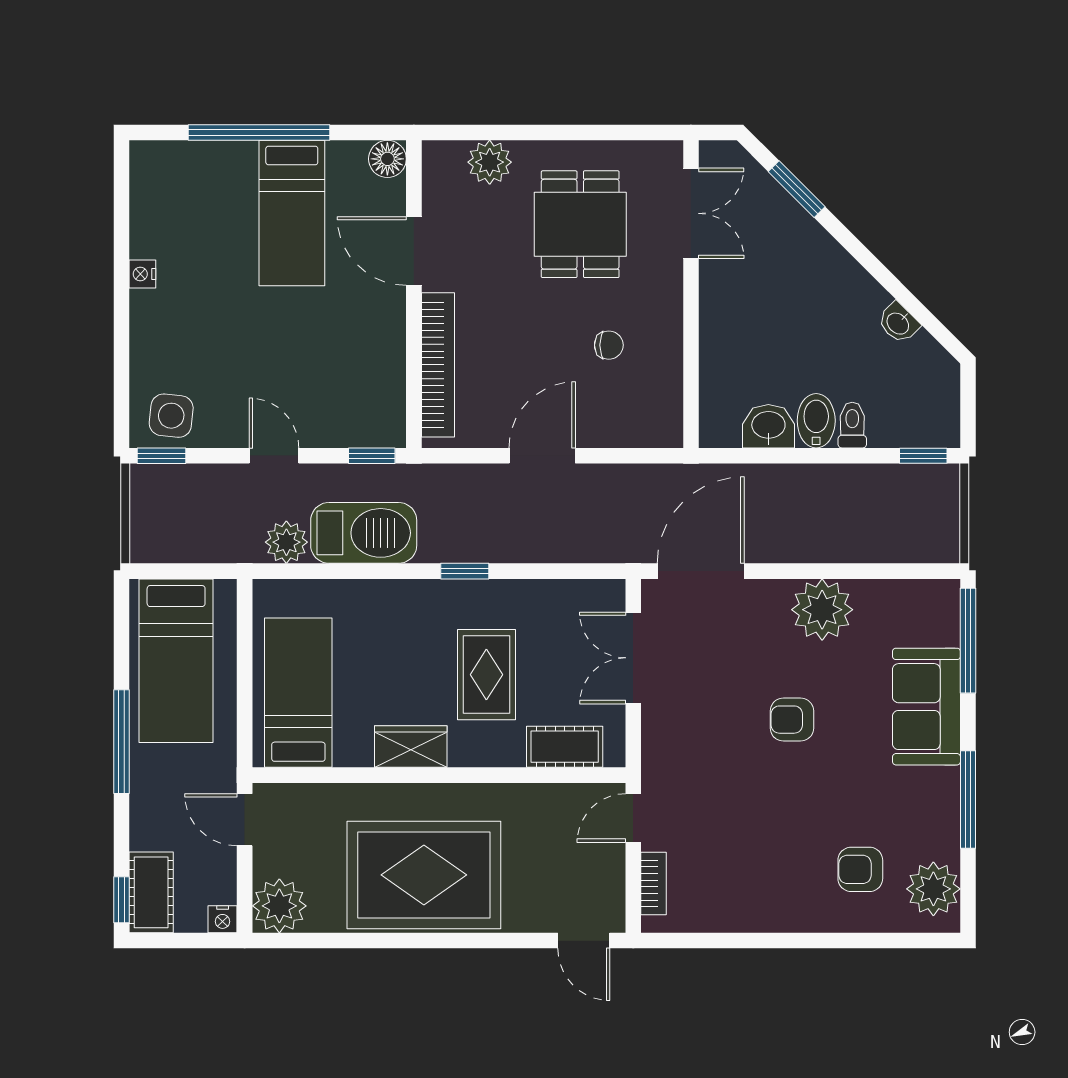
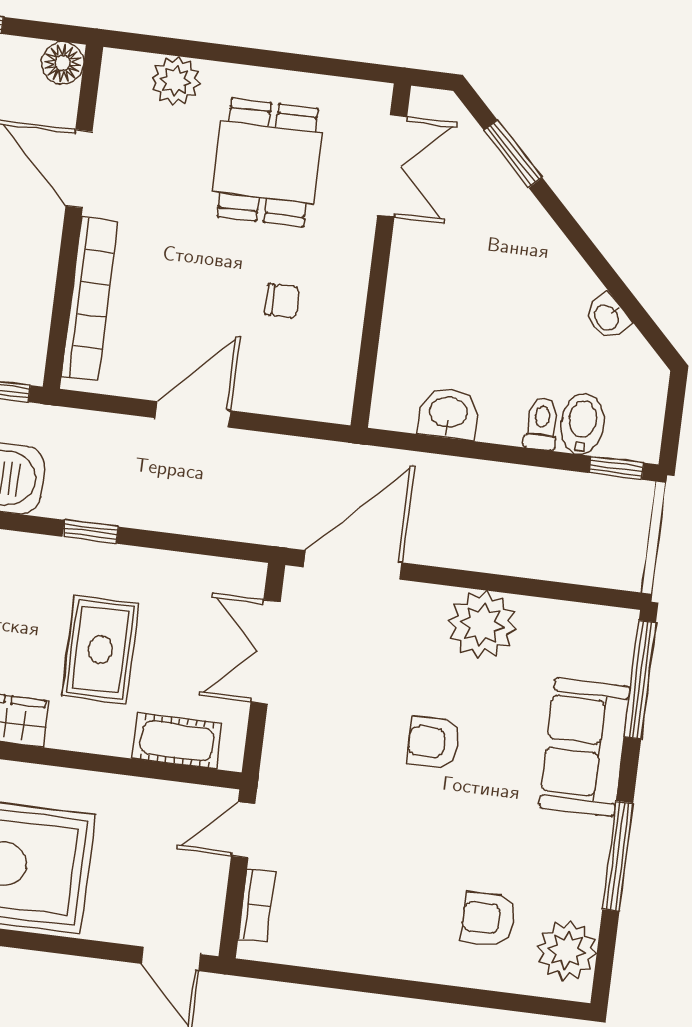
bidet: (816, 421) -> (582, 424), moved

